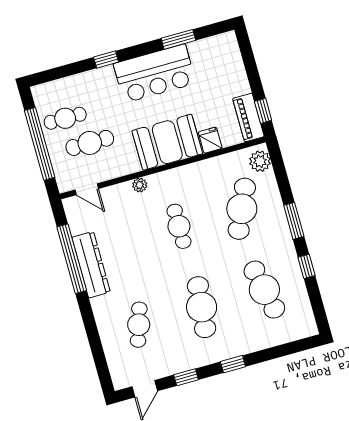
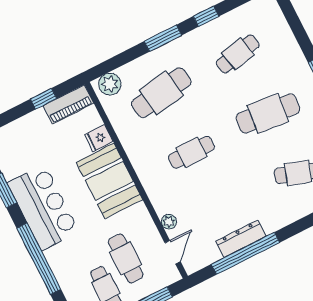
window: (106, 60) -> (39, 259), width x3.17
window: (263, 111) -> (44, 99), moved
plant: (140, 185) -> (169, 222), moved
cafe table: (242, 209) -> (161, 93), turned -33
dresser: (91, 265) -> (241, 239), width x0.73, depth x0.80
cafe table: (264, 290) -> (238, 54), width x0.73, depth x0.74

